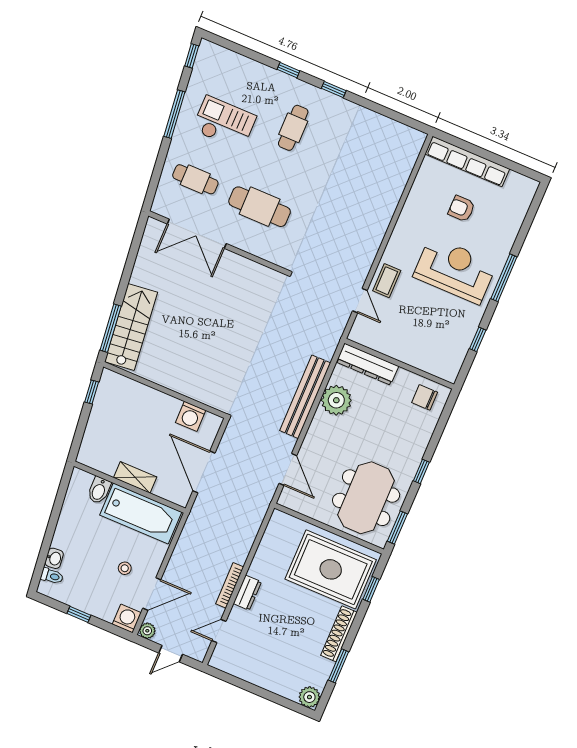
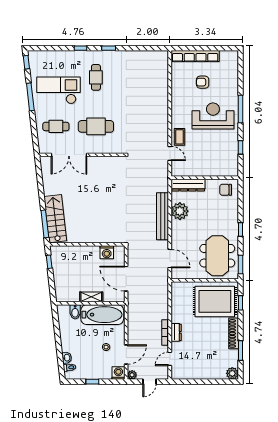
checkout: (224, 123) -> (58, 90), width x1.36, depth x1.21

